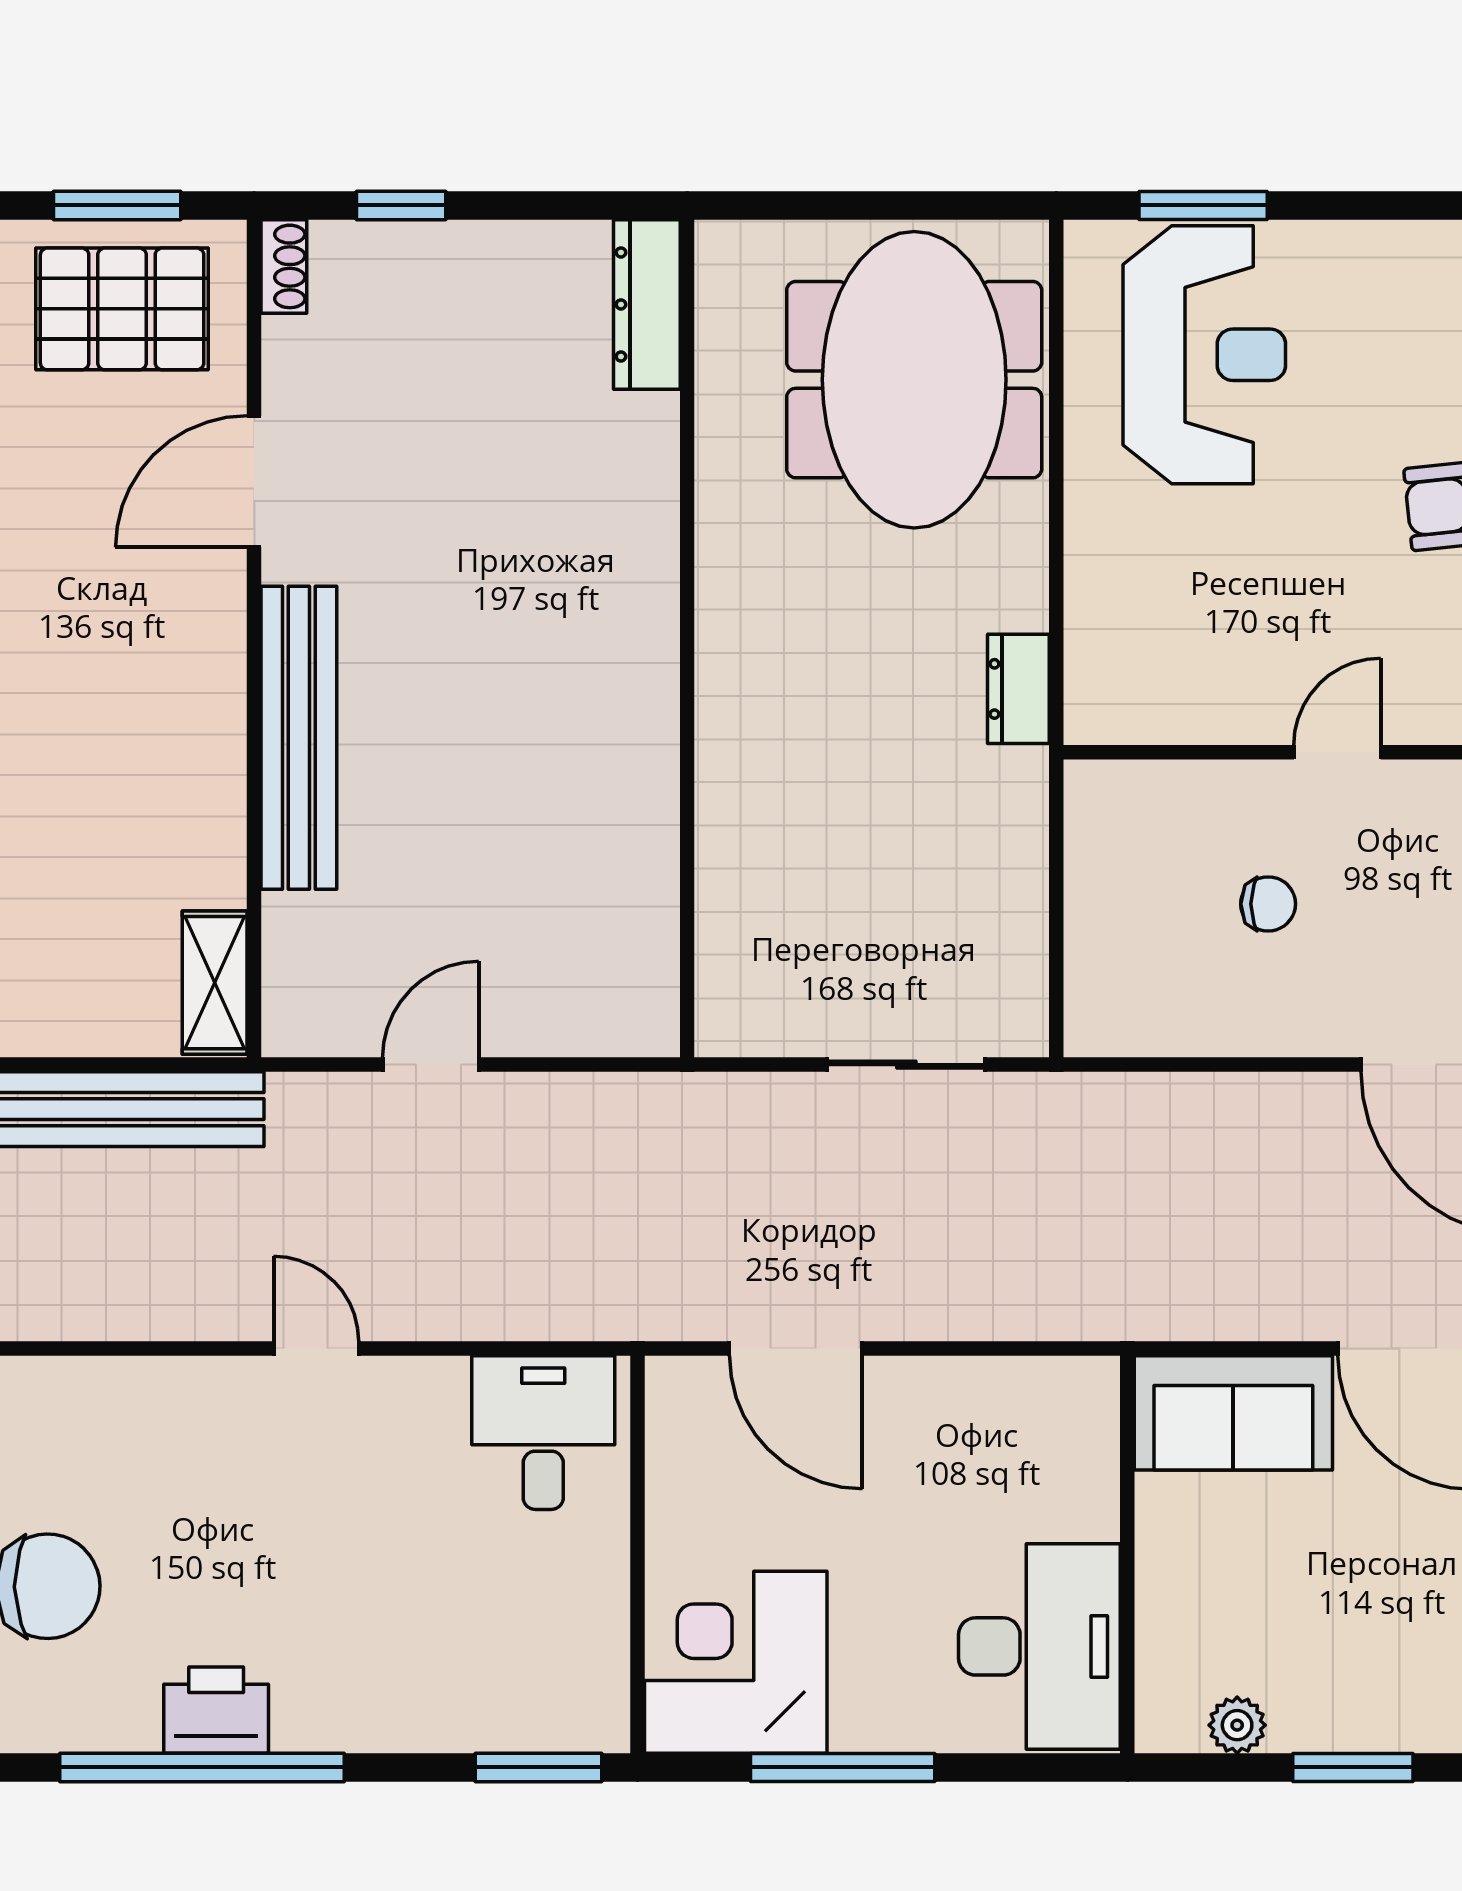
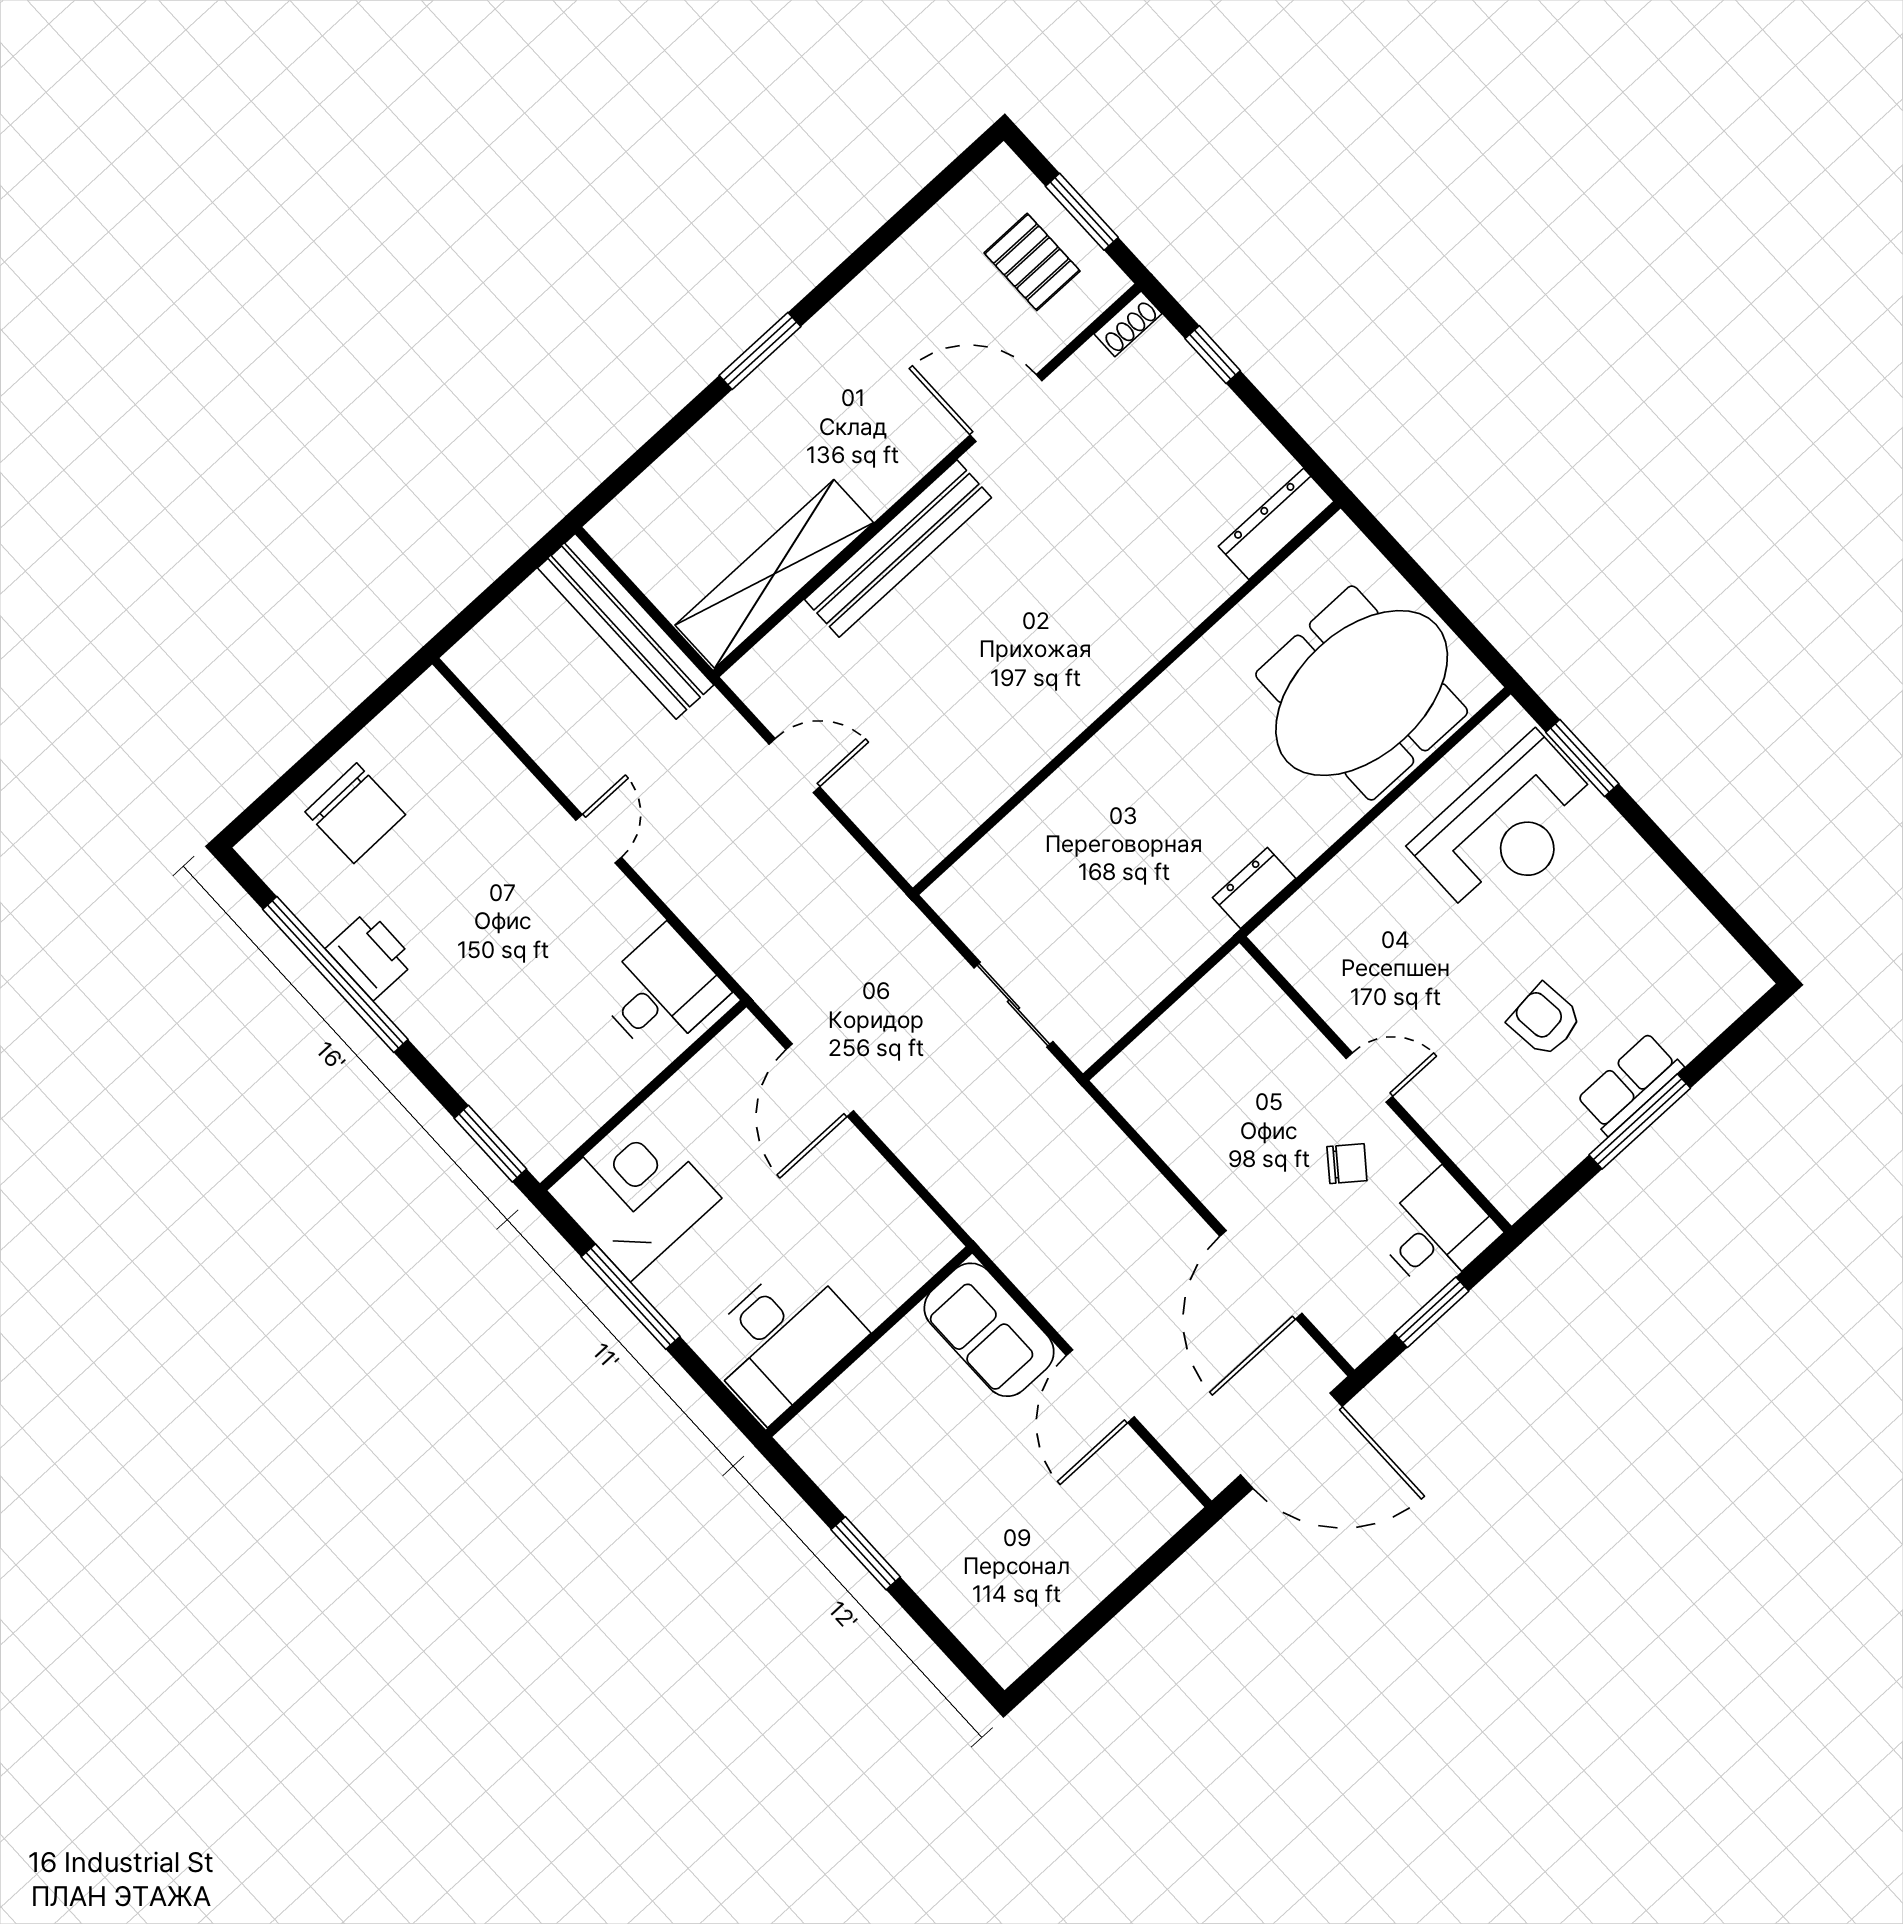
pallet: (122, 309) -> (1032, 262), width x0.67, depth x0.71
chair: (1268, 904) -> (1347, 1164), moved, turned -52
shelving: (215, 983) -> (774, 574), width x2.20, depth x1.33
plant: (1237, 1725) -> (834, 1476), removed

